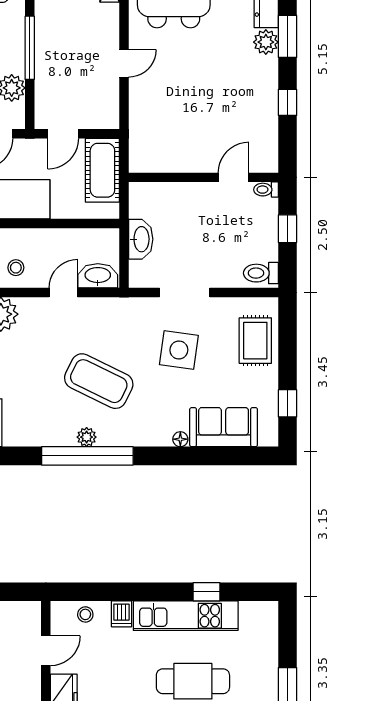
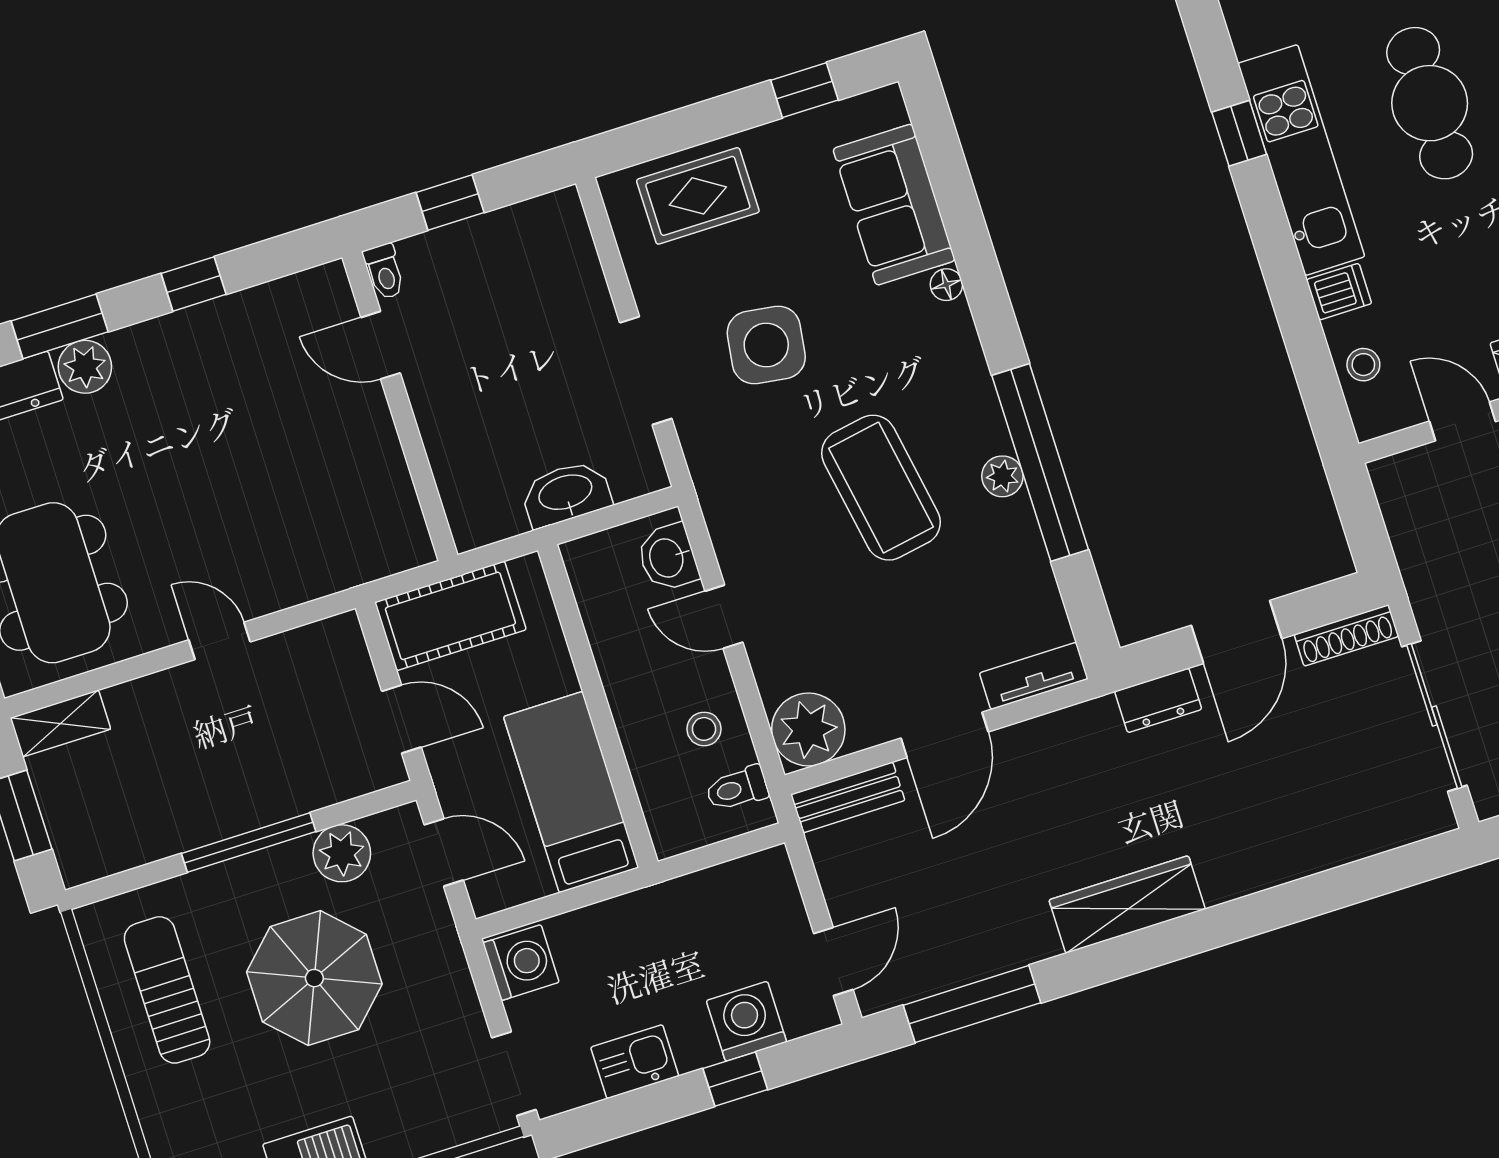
toilet: (261, 273) -> (557, 228), removed
washbasin: (98, 276) -> (668, 557), width x0.72
coffee table: (99, 381) -> (881, 488), turned -36

